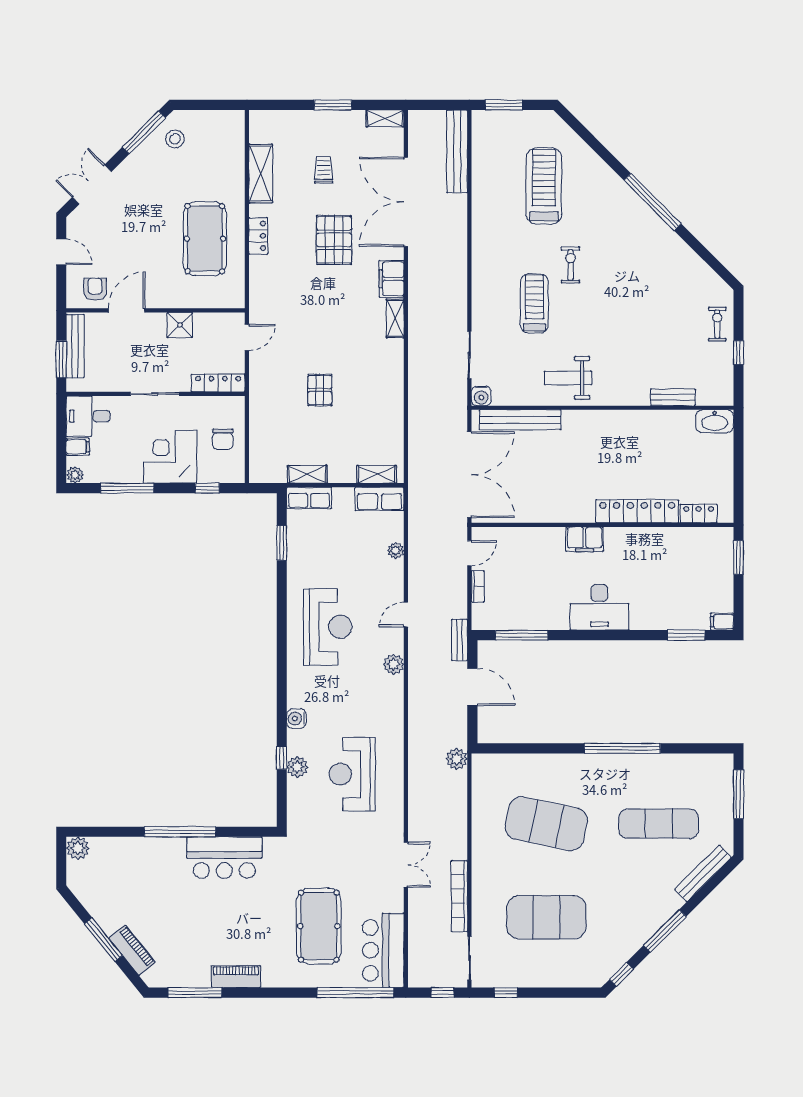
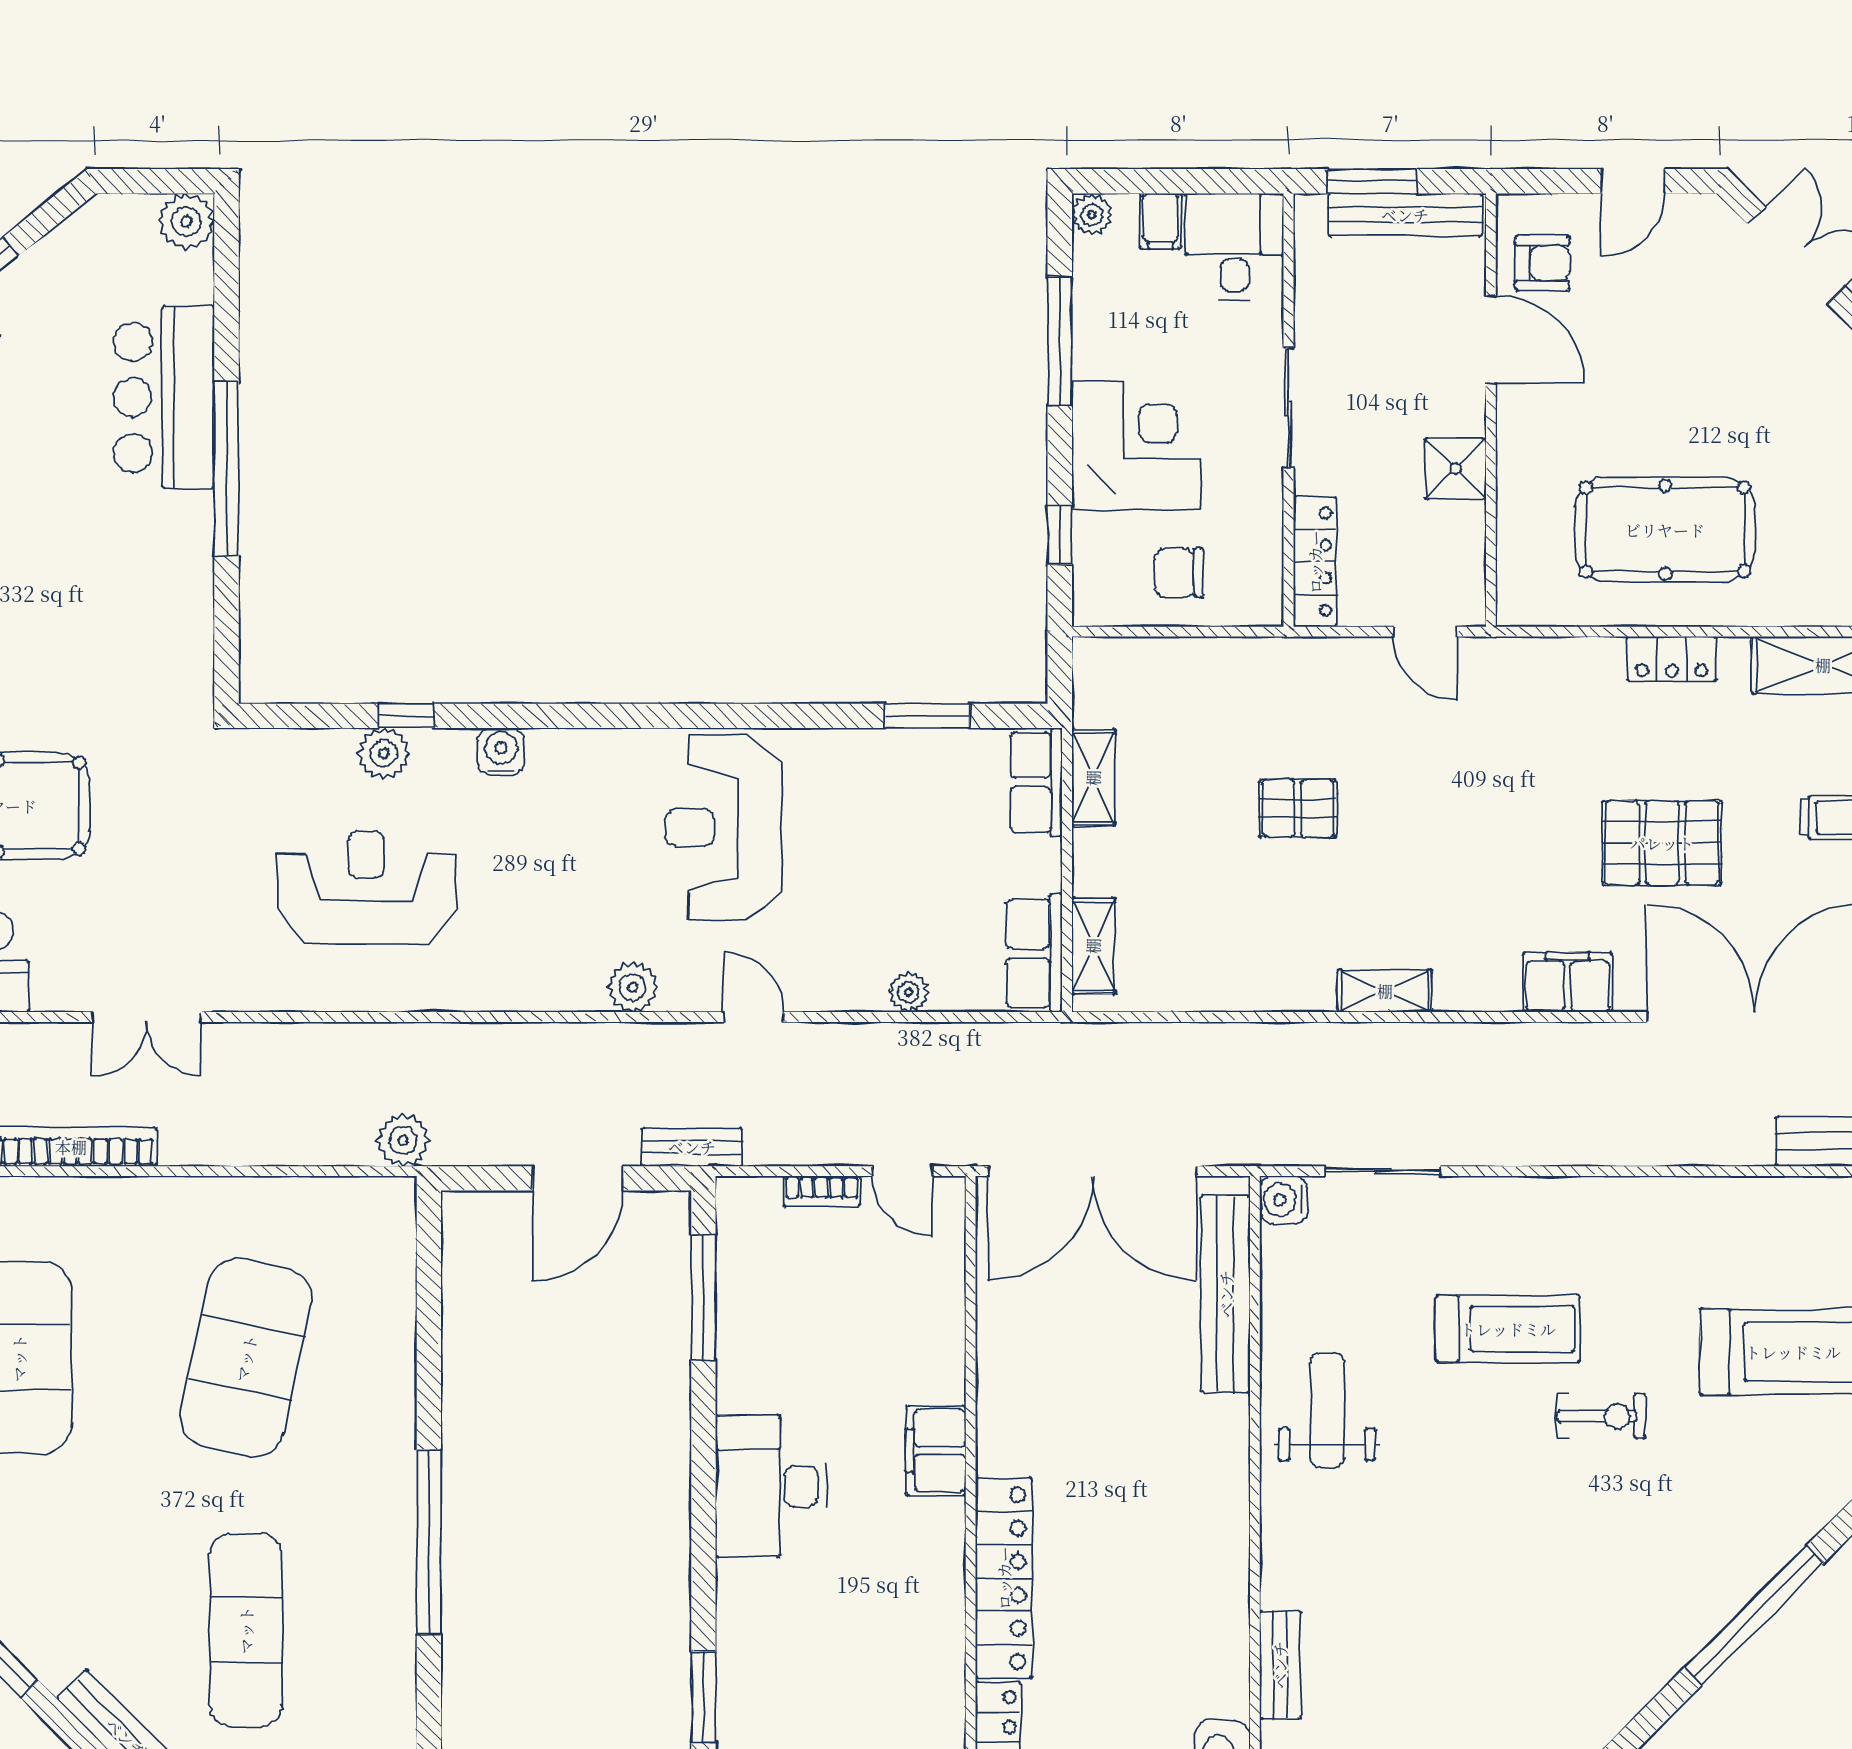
shelving: (395, 318) -> (1385, 991), moved
reception desk: (328, 627) -> (724, 827), turned 90
bar counter: (224, 858) -> (164, 397), moved

